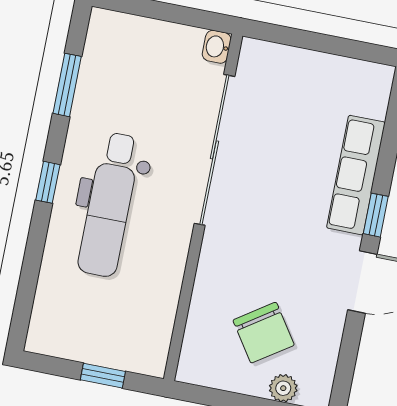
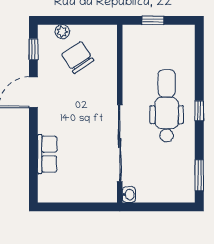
window: (67, 85) -> (199, 175), moved
row of seats: (356, 175) -> (47, 154), width x0.68
window: (376, 215) -> (33, 49), moved

